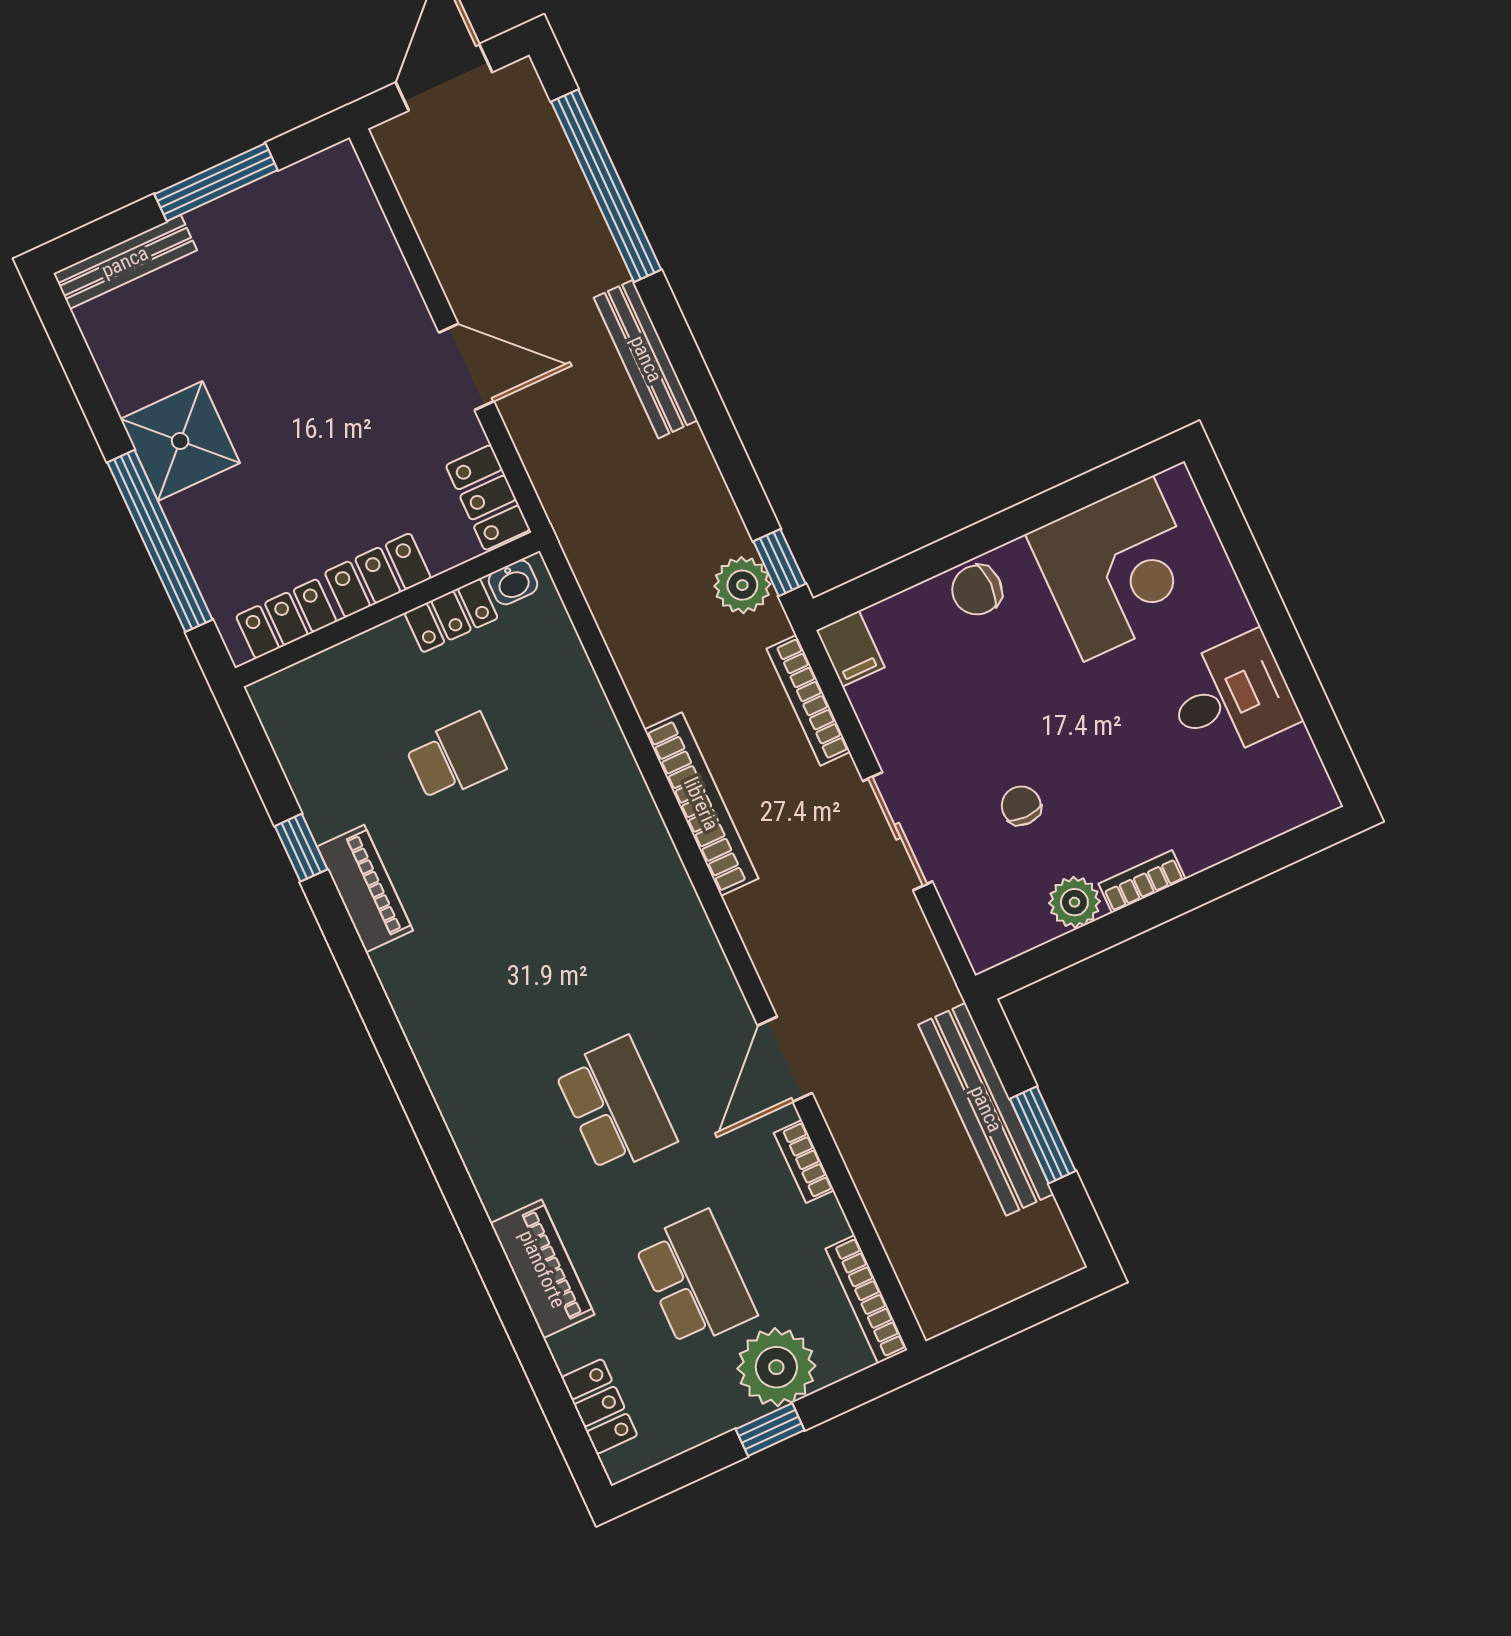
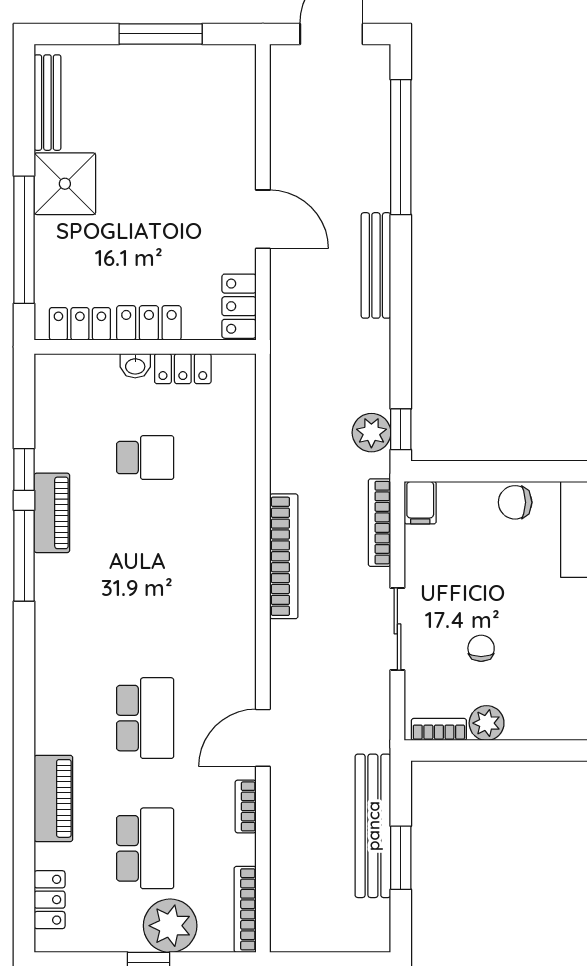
bench: (125, 262) -> (47, 103), moved, turned 90
washbasin: (513, 582) -> (135, 366), moved
bookcase: (1142, 881) -> (439, 729), moved
window: (354, 963) -> (24, 556), added

